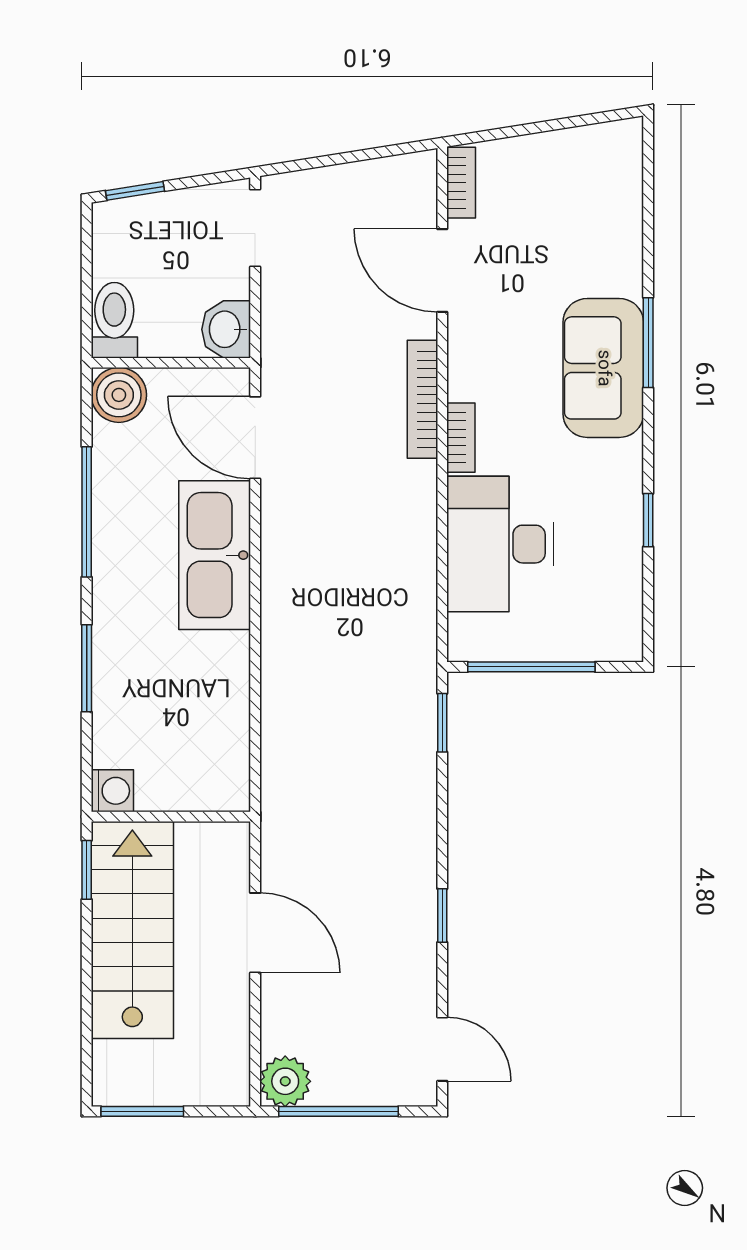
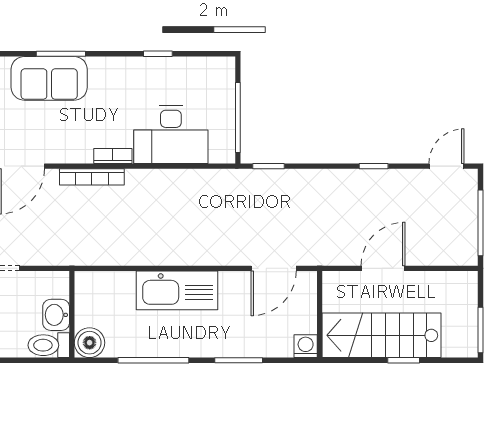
washbasin: (226, 329) -> (56, 315), moved, turned 90
sofa: (603, 368) -> (49, 78), moved
door: (255, 438) -> (274, 268), moved
window: (87, 870) -> (404, 360), moved
plant: (285, 1081) -> (464, 252), removed

